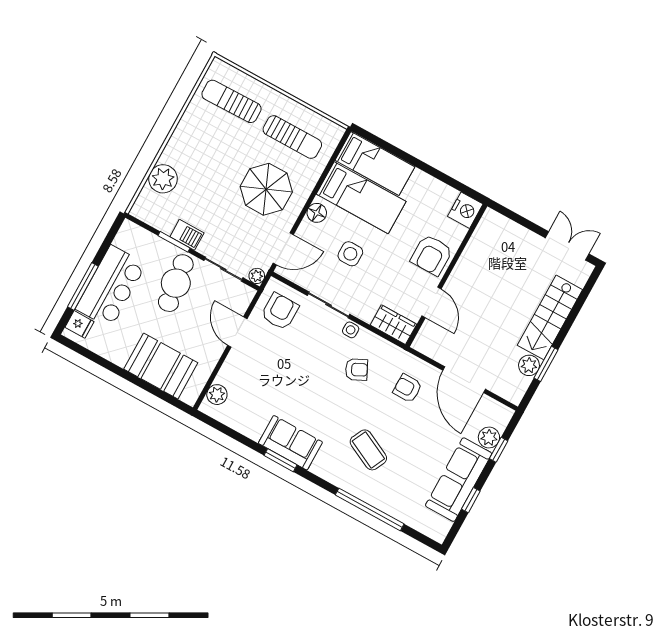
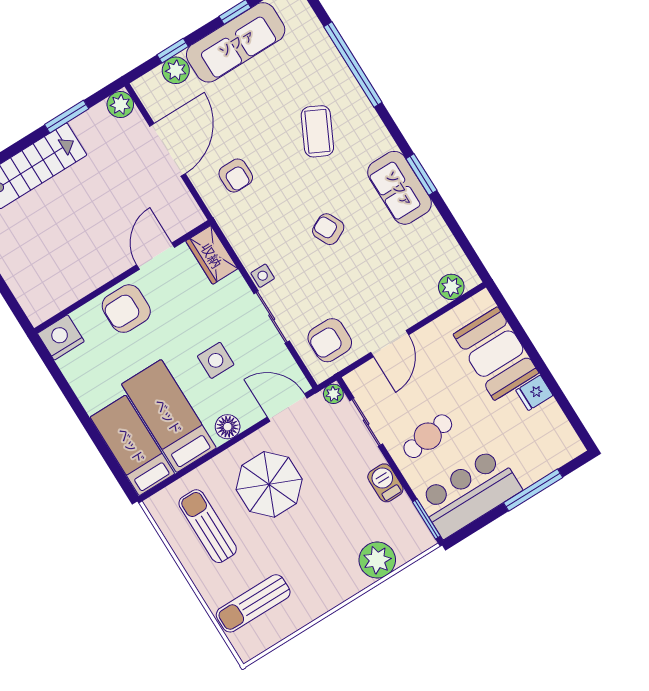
sun lounger: (231, 101) -> (253, 603), turned 91
window: (174, 242) -> (426, 519), moved
armchair: (432, 255) -> (126, 309), turned 180
cafe table: (176, 283) -> (428, 436), width x0.73, depth x0.74
bar counter: (111, 287) -> (469, 493), moved
fridge: (79, 324) -> (534, 393), moved, turned -90
plant: (529, 365) -> (120, 105), moved
armchair: (356, 370) -> (328, 229), moved

